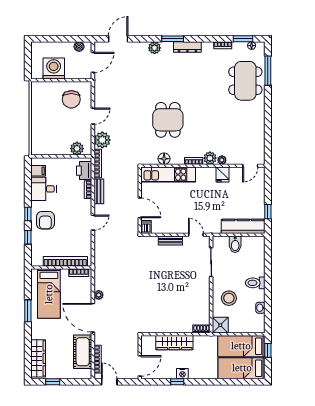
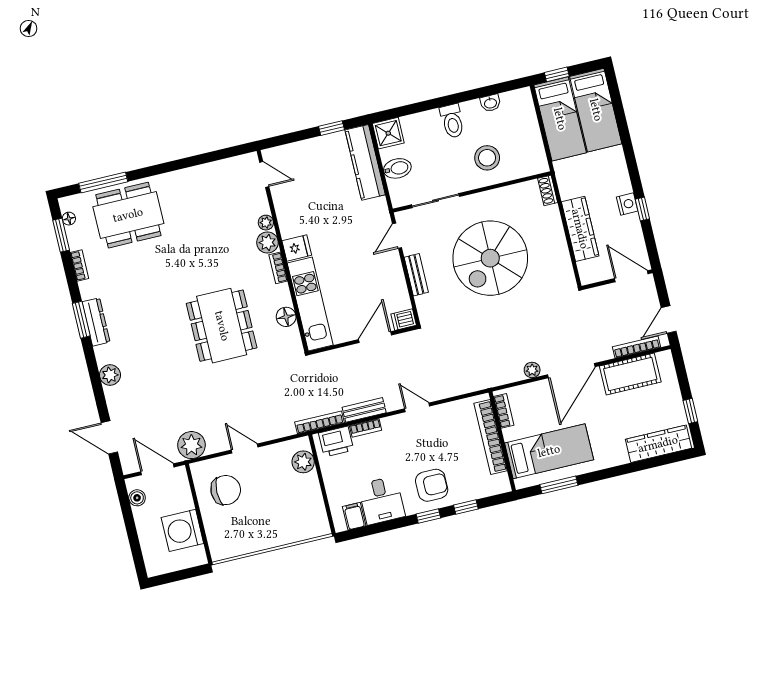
window: (173, 39) -> (81, 320), moved
dining table: (168, 120) -> (222, 326), width x1.37
plant: (102, 140) -> (191, 445), moved
fridge: (223, 174) -> (297, 248), moved
spiral stairs: (170, 286) -> (490, 258), added
window: (28, 311) -> (559, 485), moved
shower: (220, 325) -> (388, 133), moved

